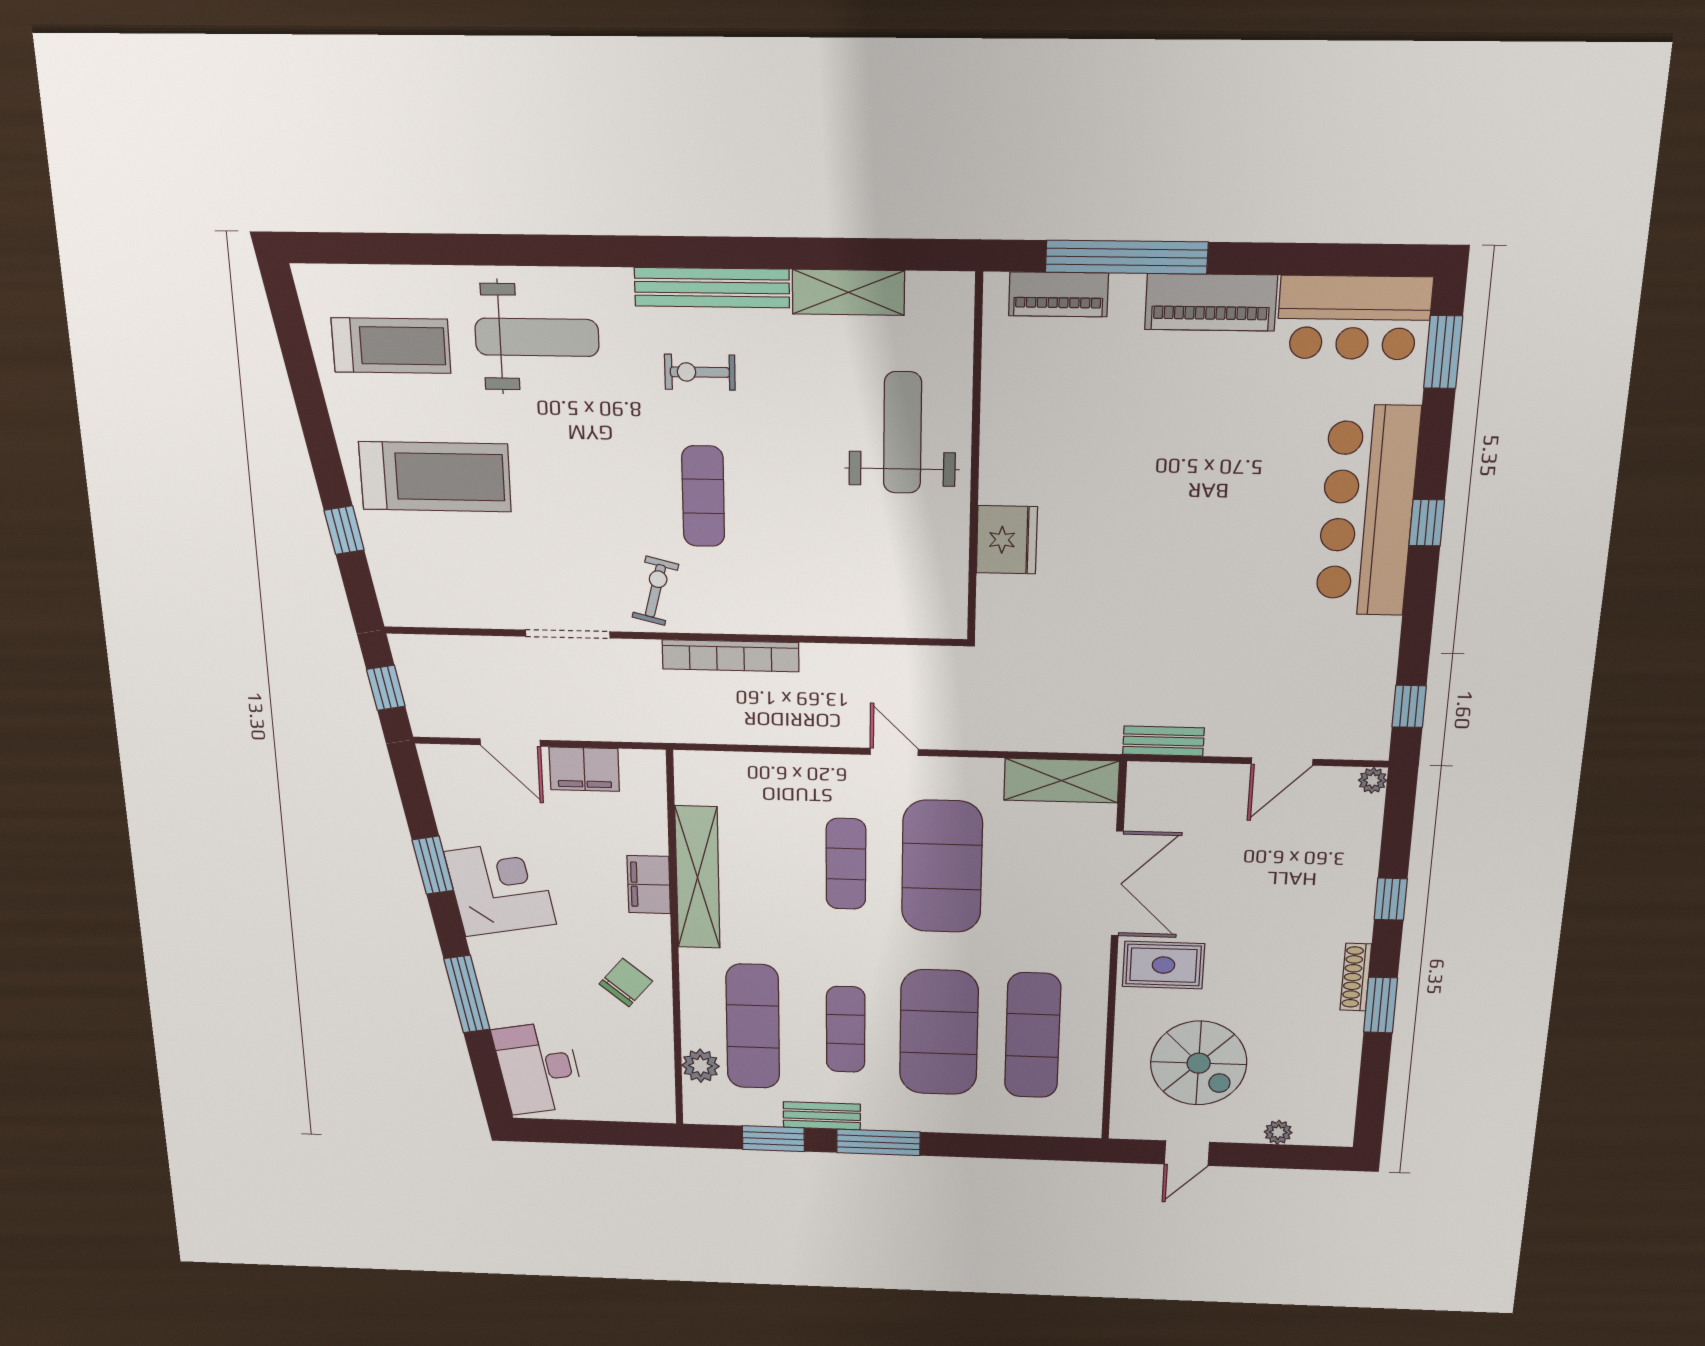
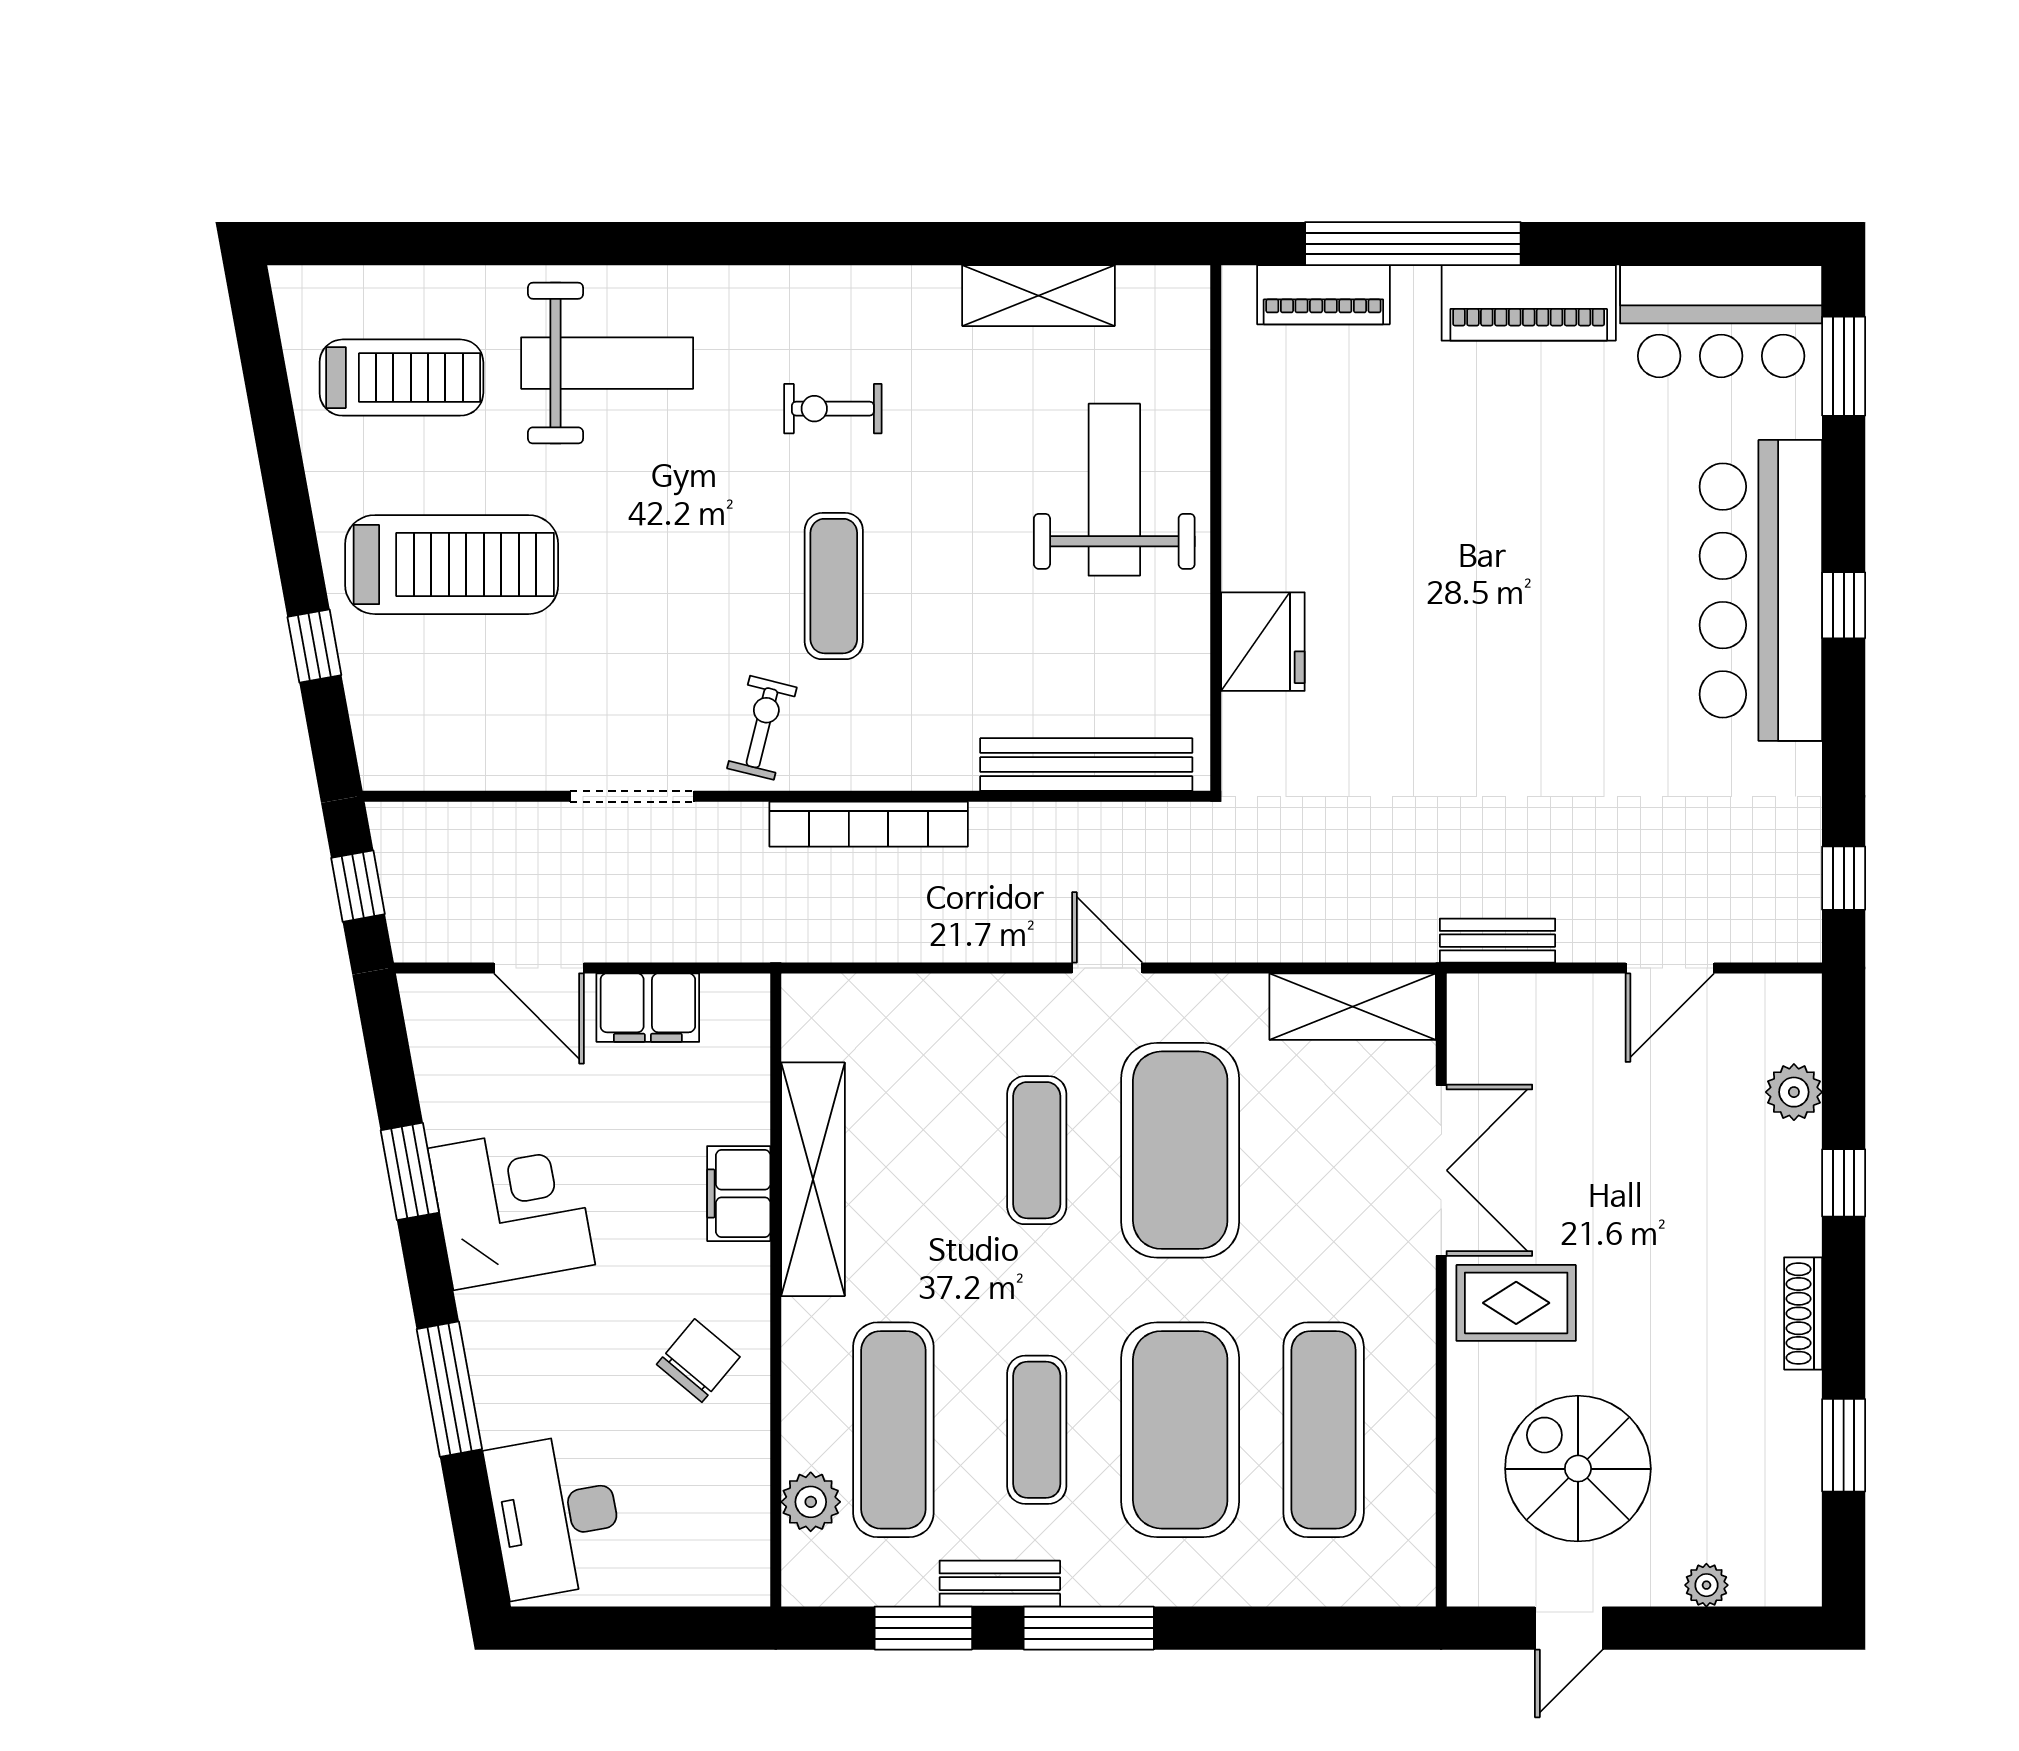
bench: (712, 288) -> (1086, 765), moved
plant: (1373, 780) -> (1794, 1092), moved, width x1.38, depth x1.38
window: (1381, 1005) -> (1844, 1445), moved
spiral stairs: (1199, 1063) -> (1578, 1469), turned 180

